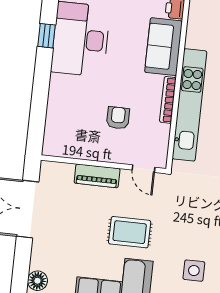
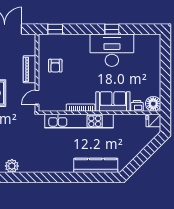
armchair: (118, 118) -> (55, 66), moved, turned 90
window: (37, 127) -> (55, 29), added

